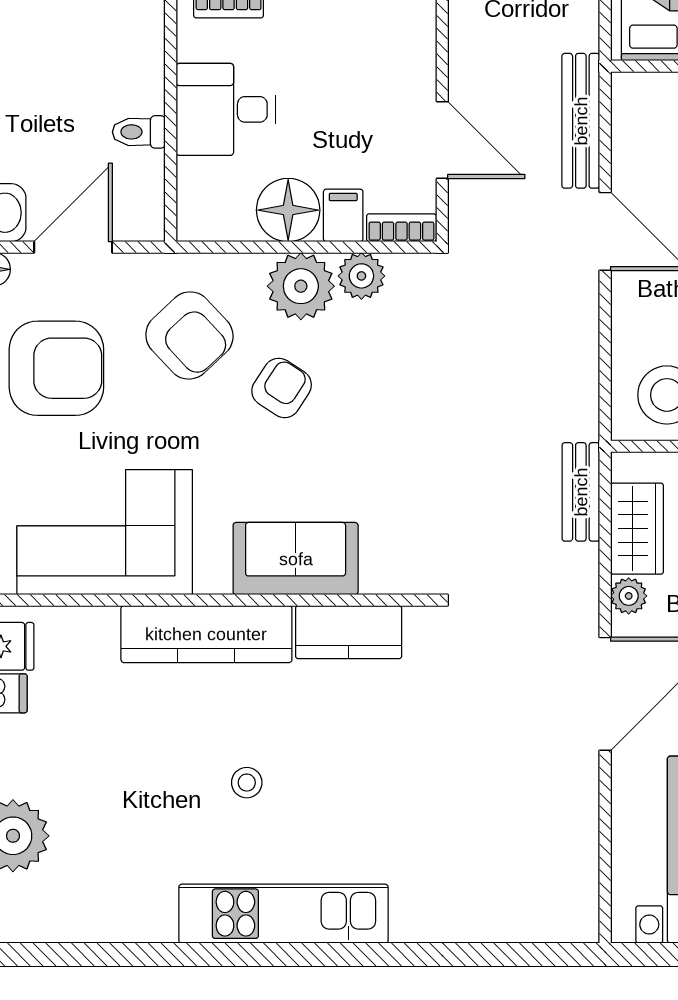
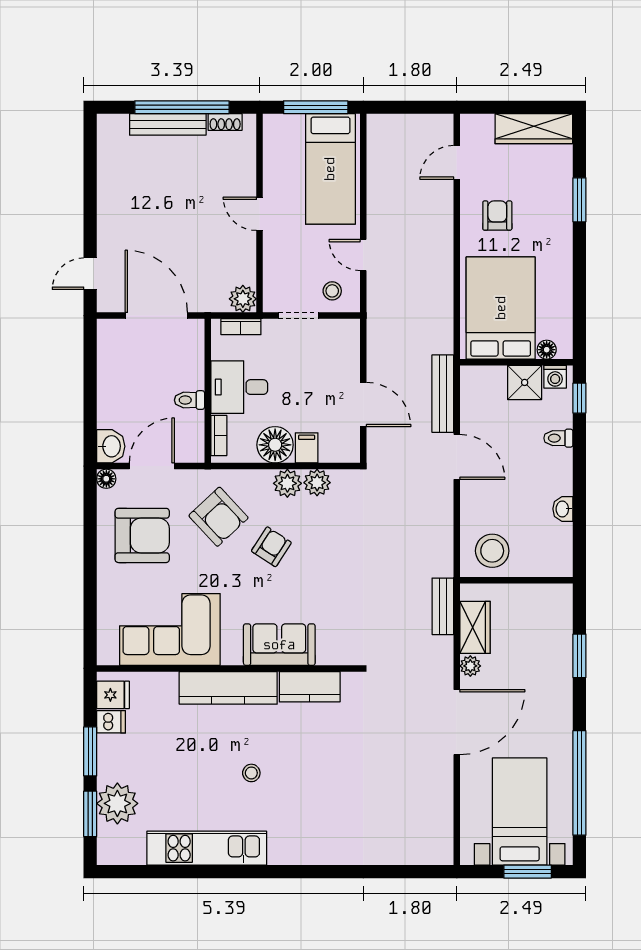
bookcase: (401, 228) -> (219, 435), moved, turned 90
plant: (301, 286) -> (287, 483), width x0.73, depth x0.73
kitchen unit: (284, 914) -> (207, 848), moved

